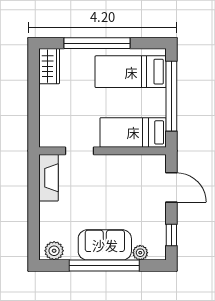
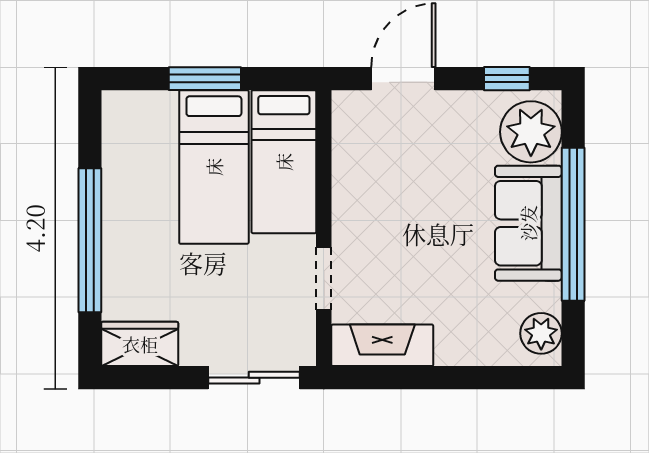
bed: (131, 72) -> (214, 167), moved
window: (171, 96) -> (205, 79), width x0.47
sliding door: (34, 119) -> (254, 378), added
plant: (140, 253) -> (531, 132), width x1.88, depth x1.88

